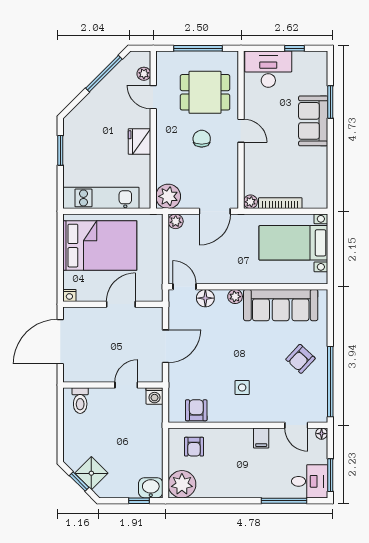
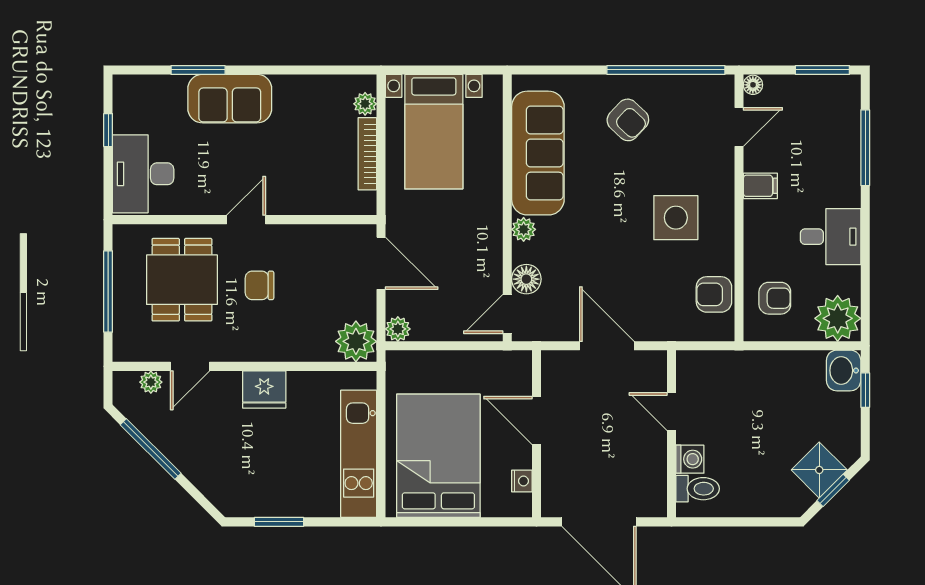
plant: (250, 202) -> (365, 104), moved
nightstand: (69, 295) -> (522, 481), moved
side table: (242, 388) -> (676, 218), width x1.87, depth x1.87
washing machine: (155, 396) -> (690, 459), moved
desk: (310, 481) -> (831, 237), moved, turned 90

